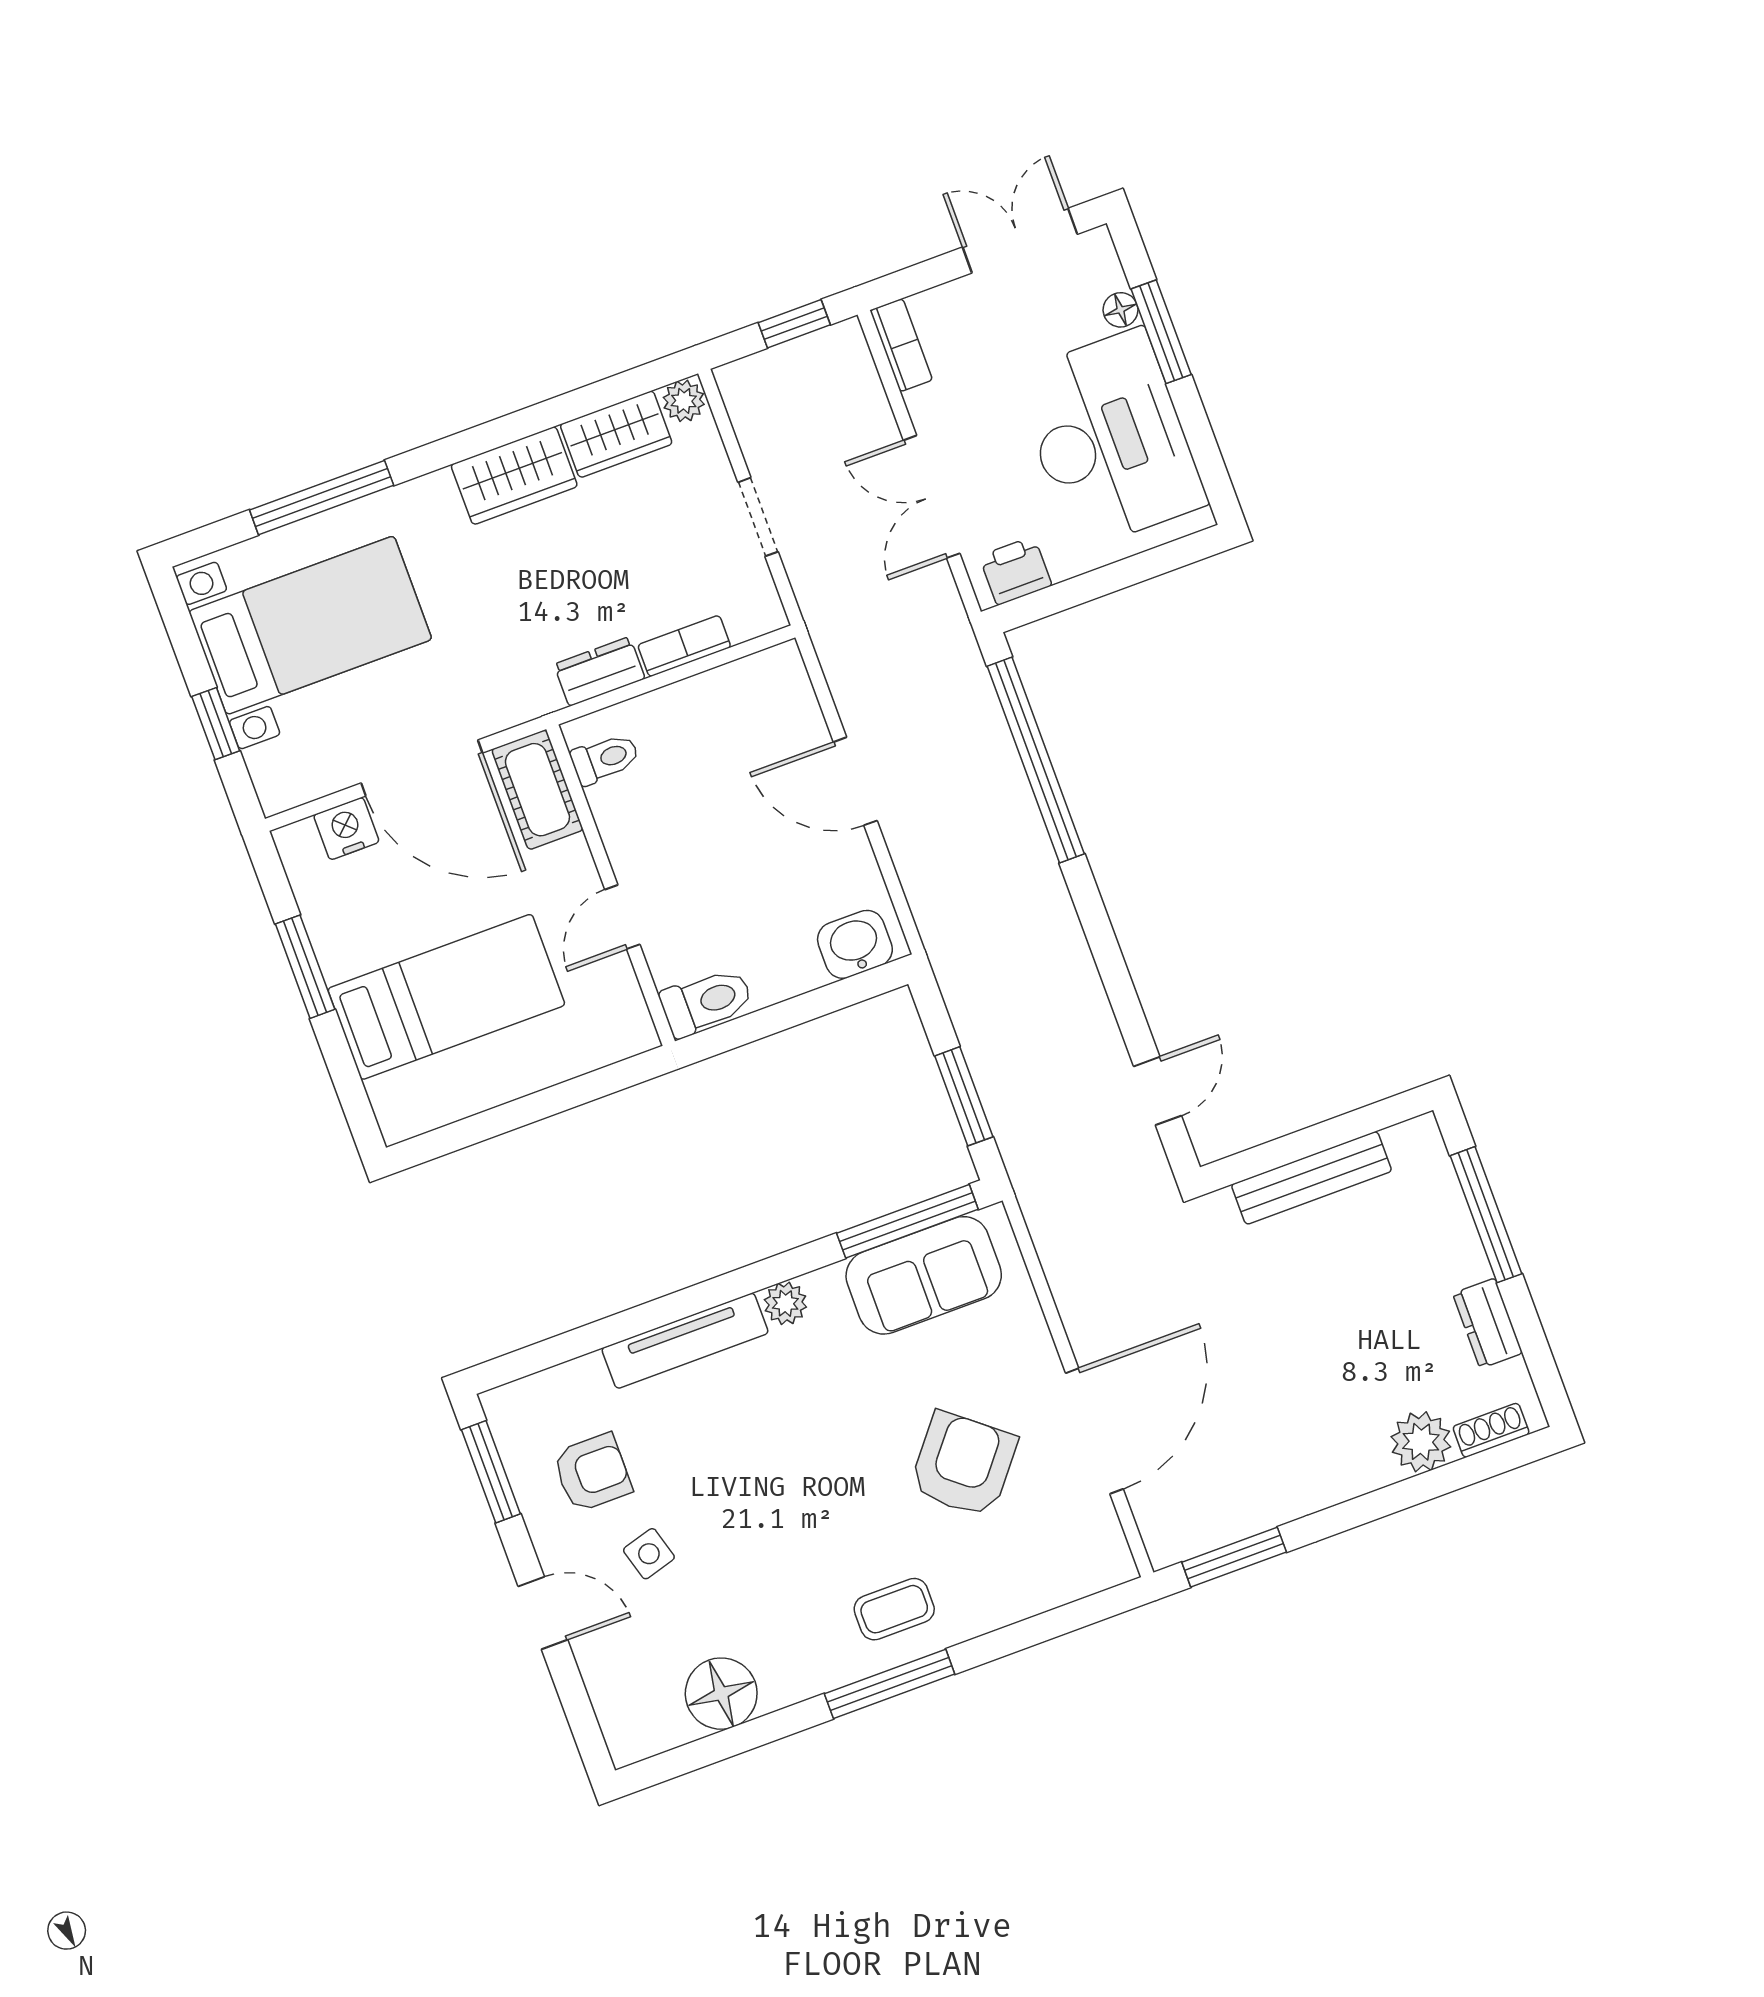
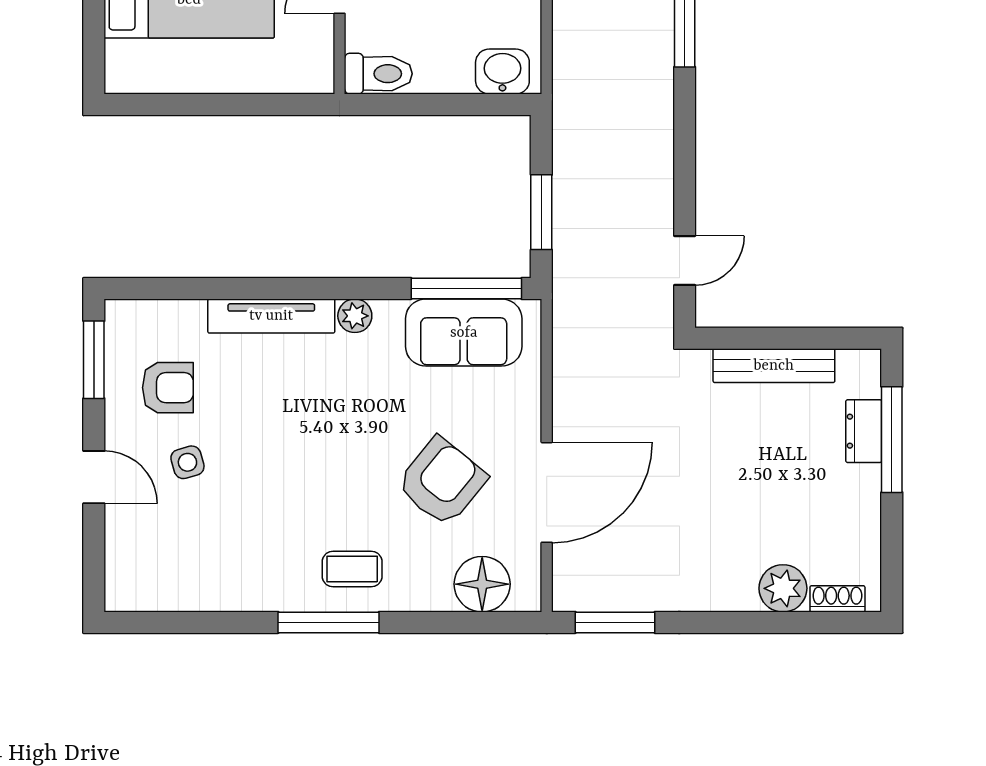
dresser: (1488, 1323) -> (864, 431), moved
floor lamp: (721, 1694) -> (482, 584), moved

